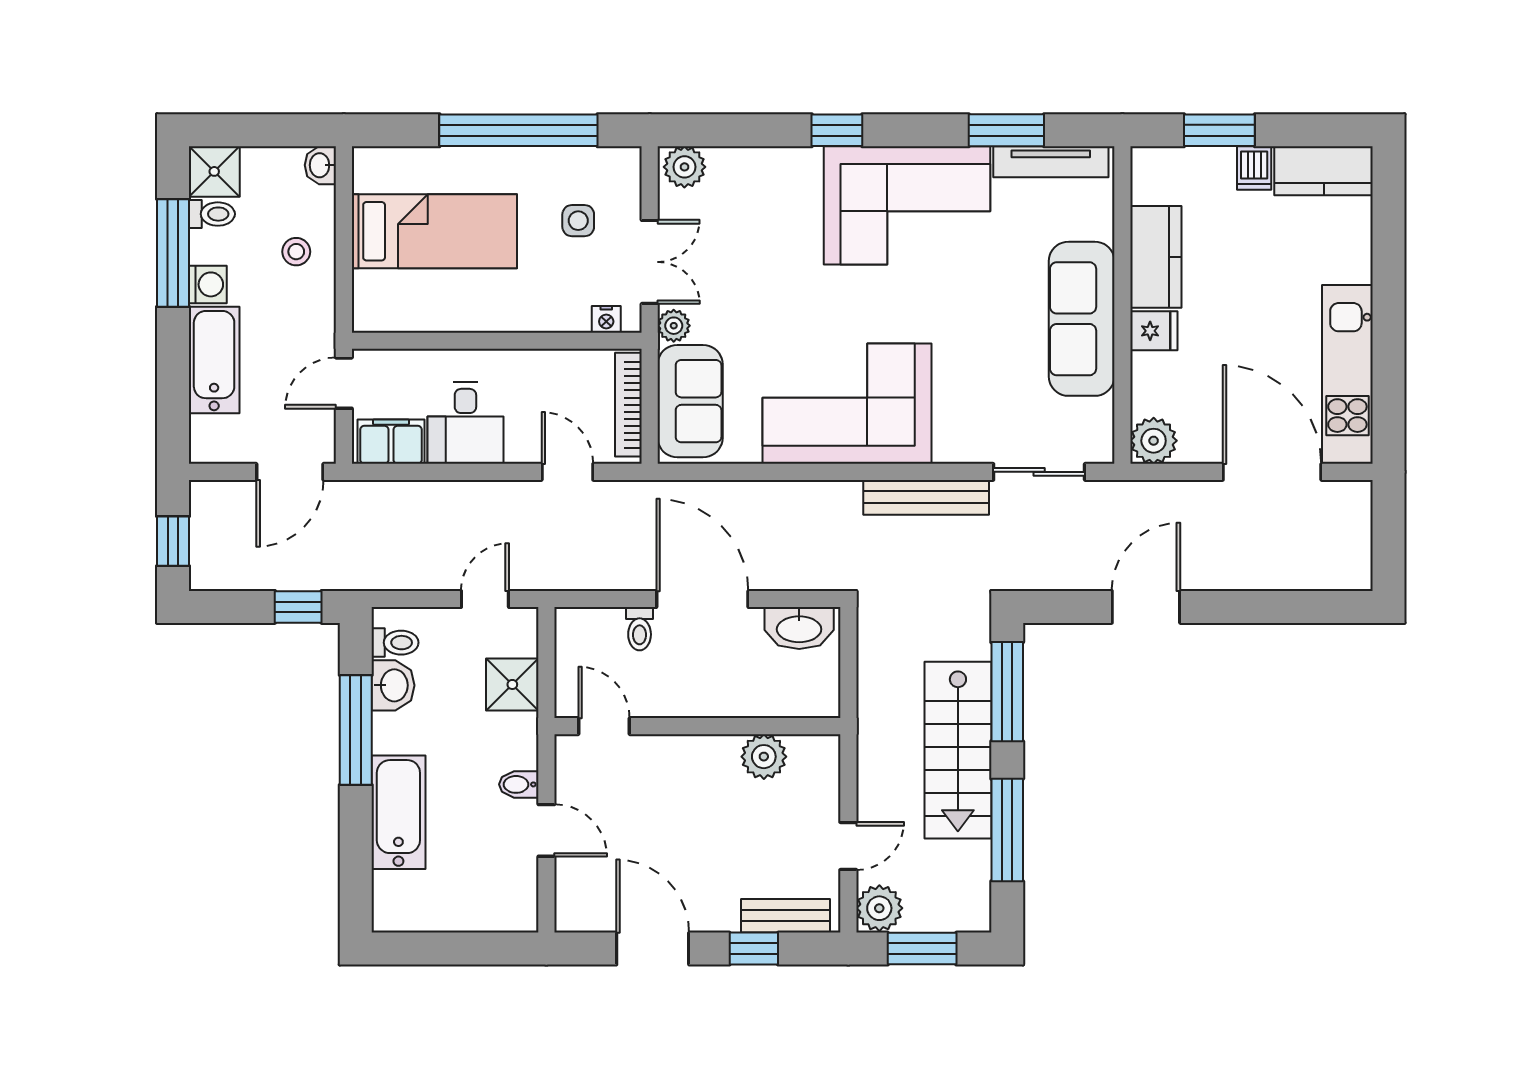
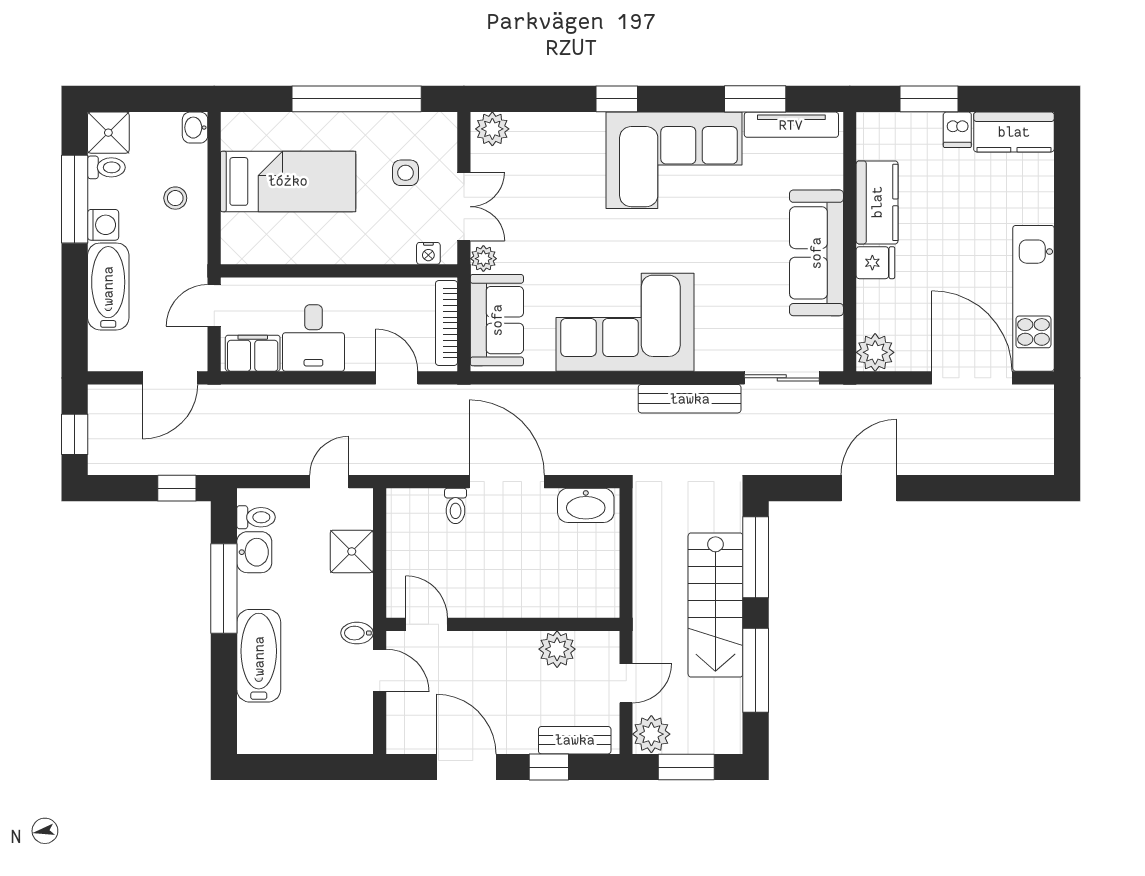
door: (604, 726) -> (427, 624), moved
wall: (697, 726) -> (503, 624), moved
plant: (764, 757) -> (557, 649), moved

